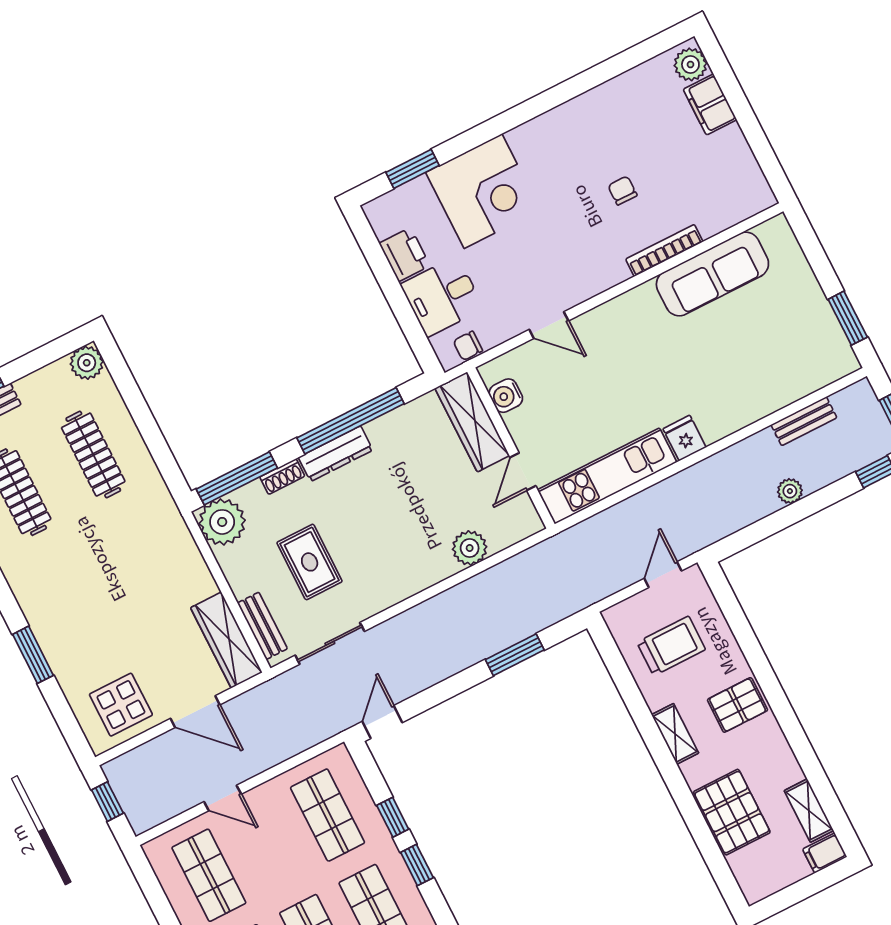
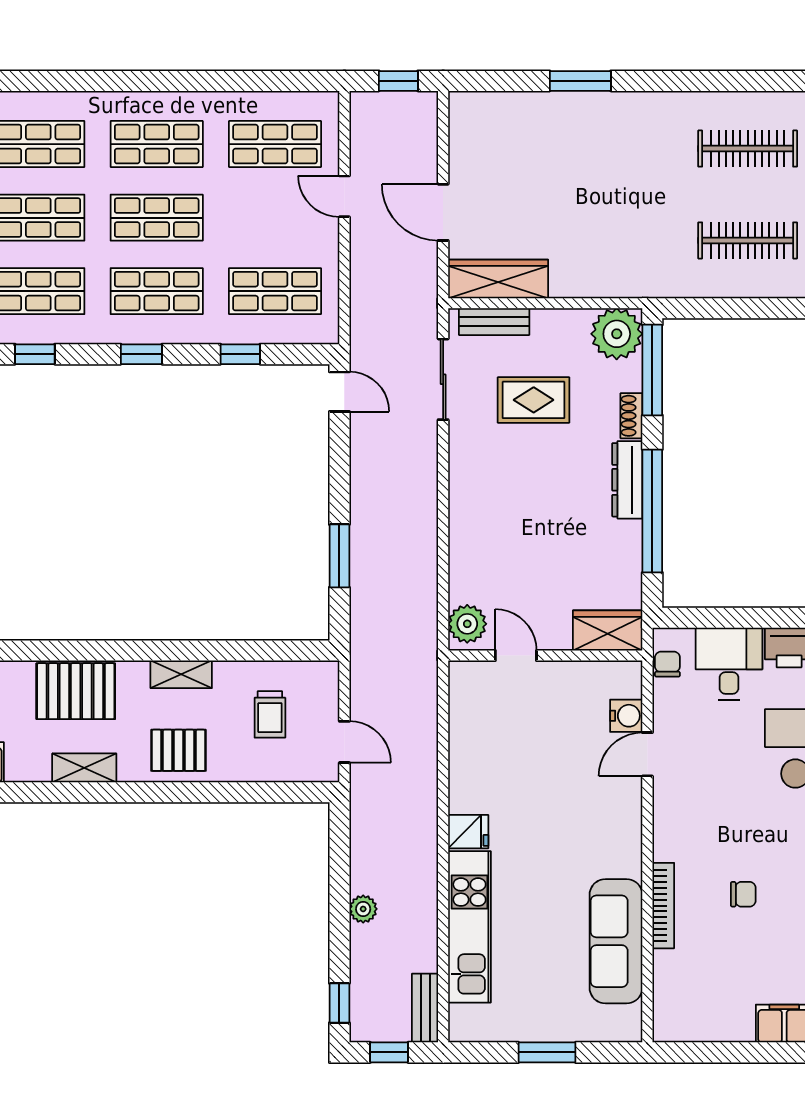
window: (848, 318) -> (547, 1052), moved
water cooler: (506, 396) -> (626, 716), moved, turned 90
bench: (804, 421) -> (425, 1008), moved
wardrobe: (472, 422) -> (608, 630), width x0.67
kitchen unit: (607, 476) -> (469, 927), moved
plant: (470, 548) -> (467, 624), moved
trolley: (671, 646) -> (270, 714), width x0.73, depth x0.72
display table: (121, 705) -> (487, 143), removed
pallet: (737, 705) -> (179, 750), turned 90
door: (195, 712) -> (443, 212), hinge flipped
door: (223, 798) -> (344, 196), hinge flipped
shelving: (809, 811) -> (84, 768), moved
window: (417, 865) -> (141, 354), moved

